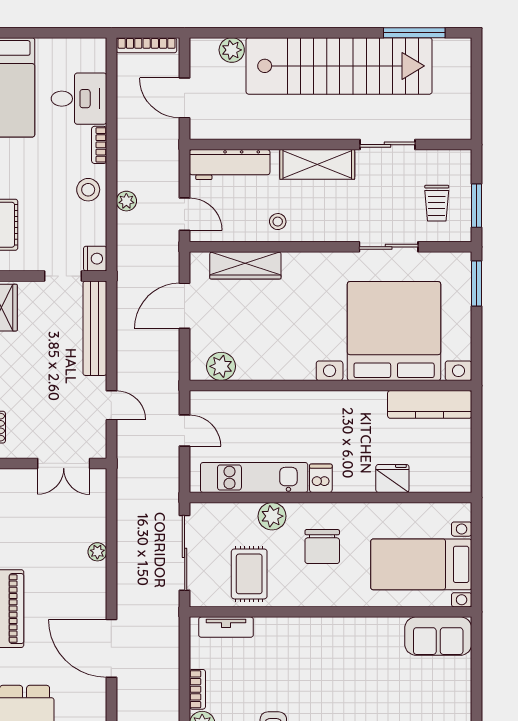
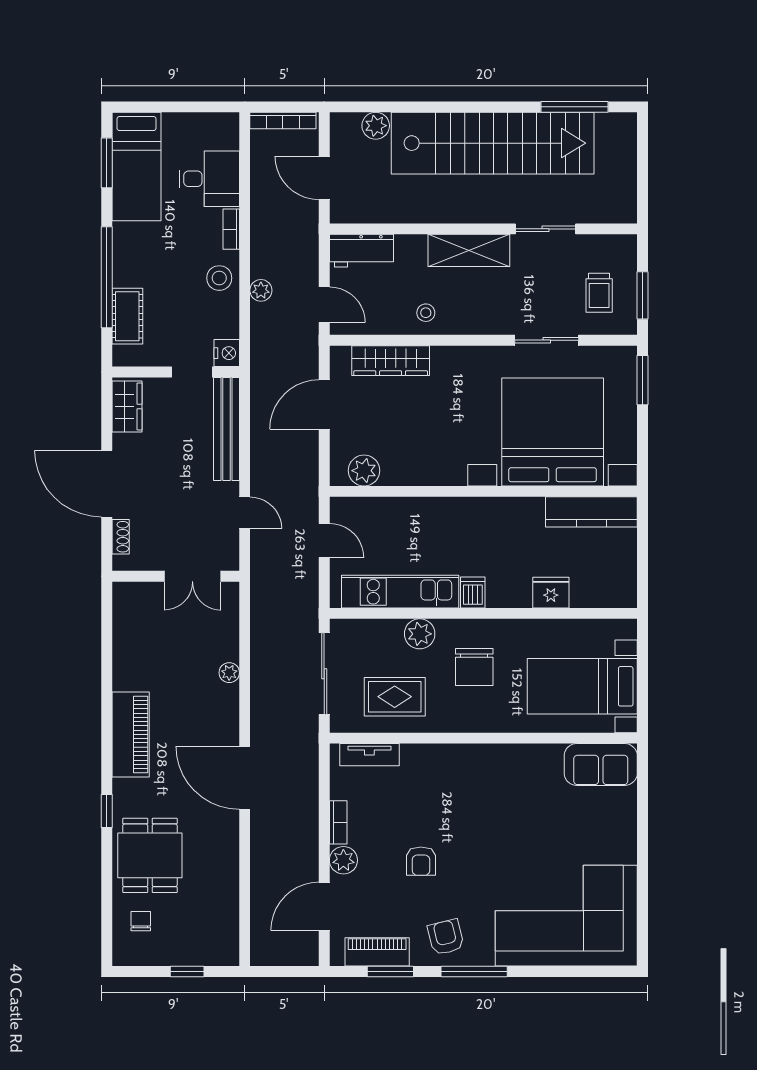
workbench: (230, 165) -> (361, 251), width x0.73
rug: (249, 574) -> (395, 697), turned 90

